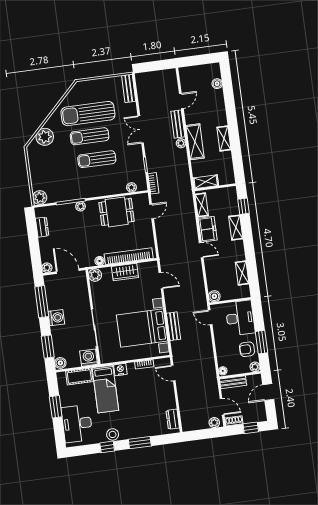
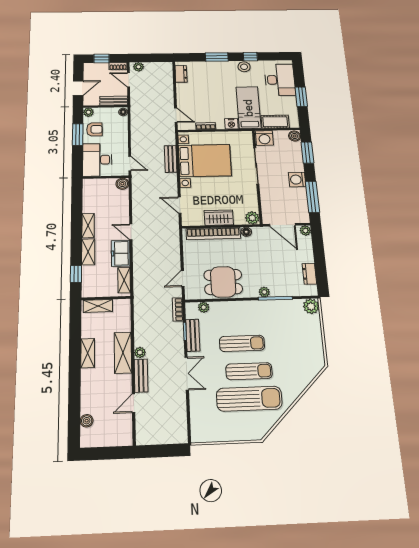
bench: (129, 88) -> (193, 335), moved
plant: (45, 137) -> (303, 376), removed
shelving: (206, 182) -> (98, 306), moved
shelving: (242, 273) -> (88, 226), moved

